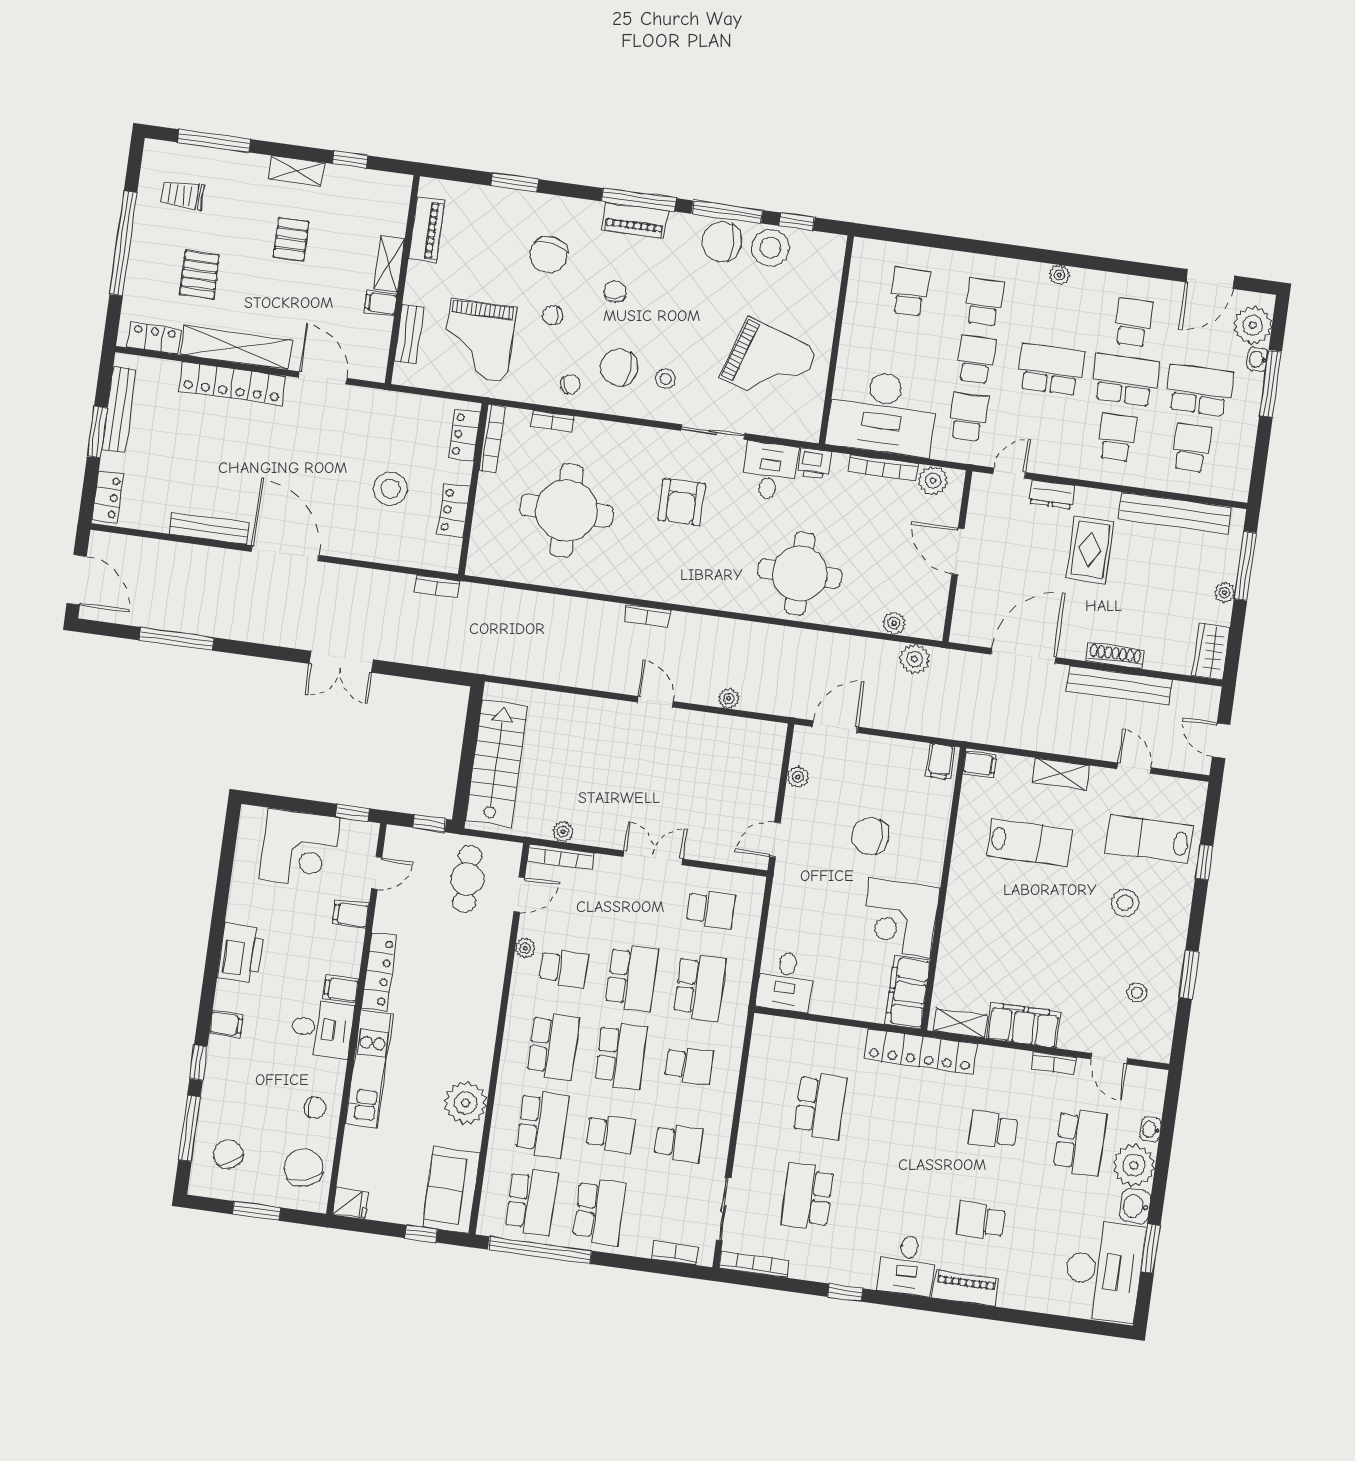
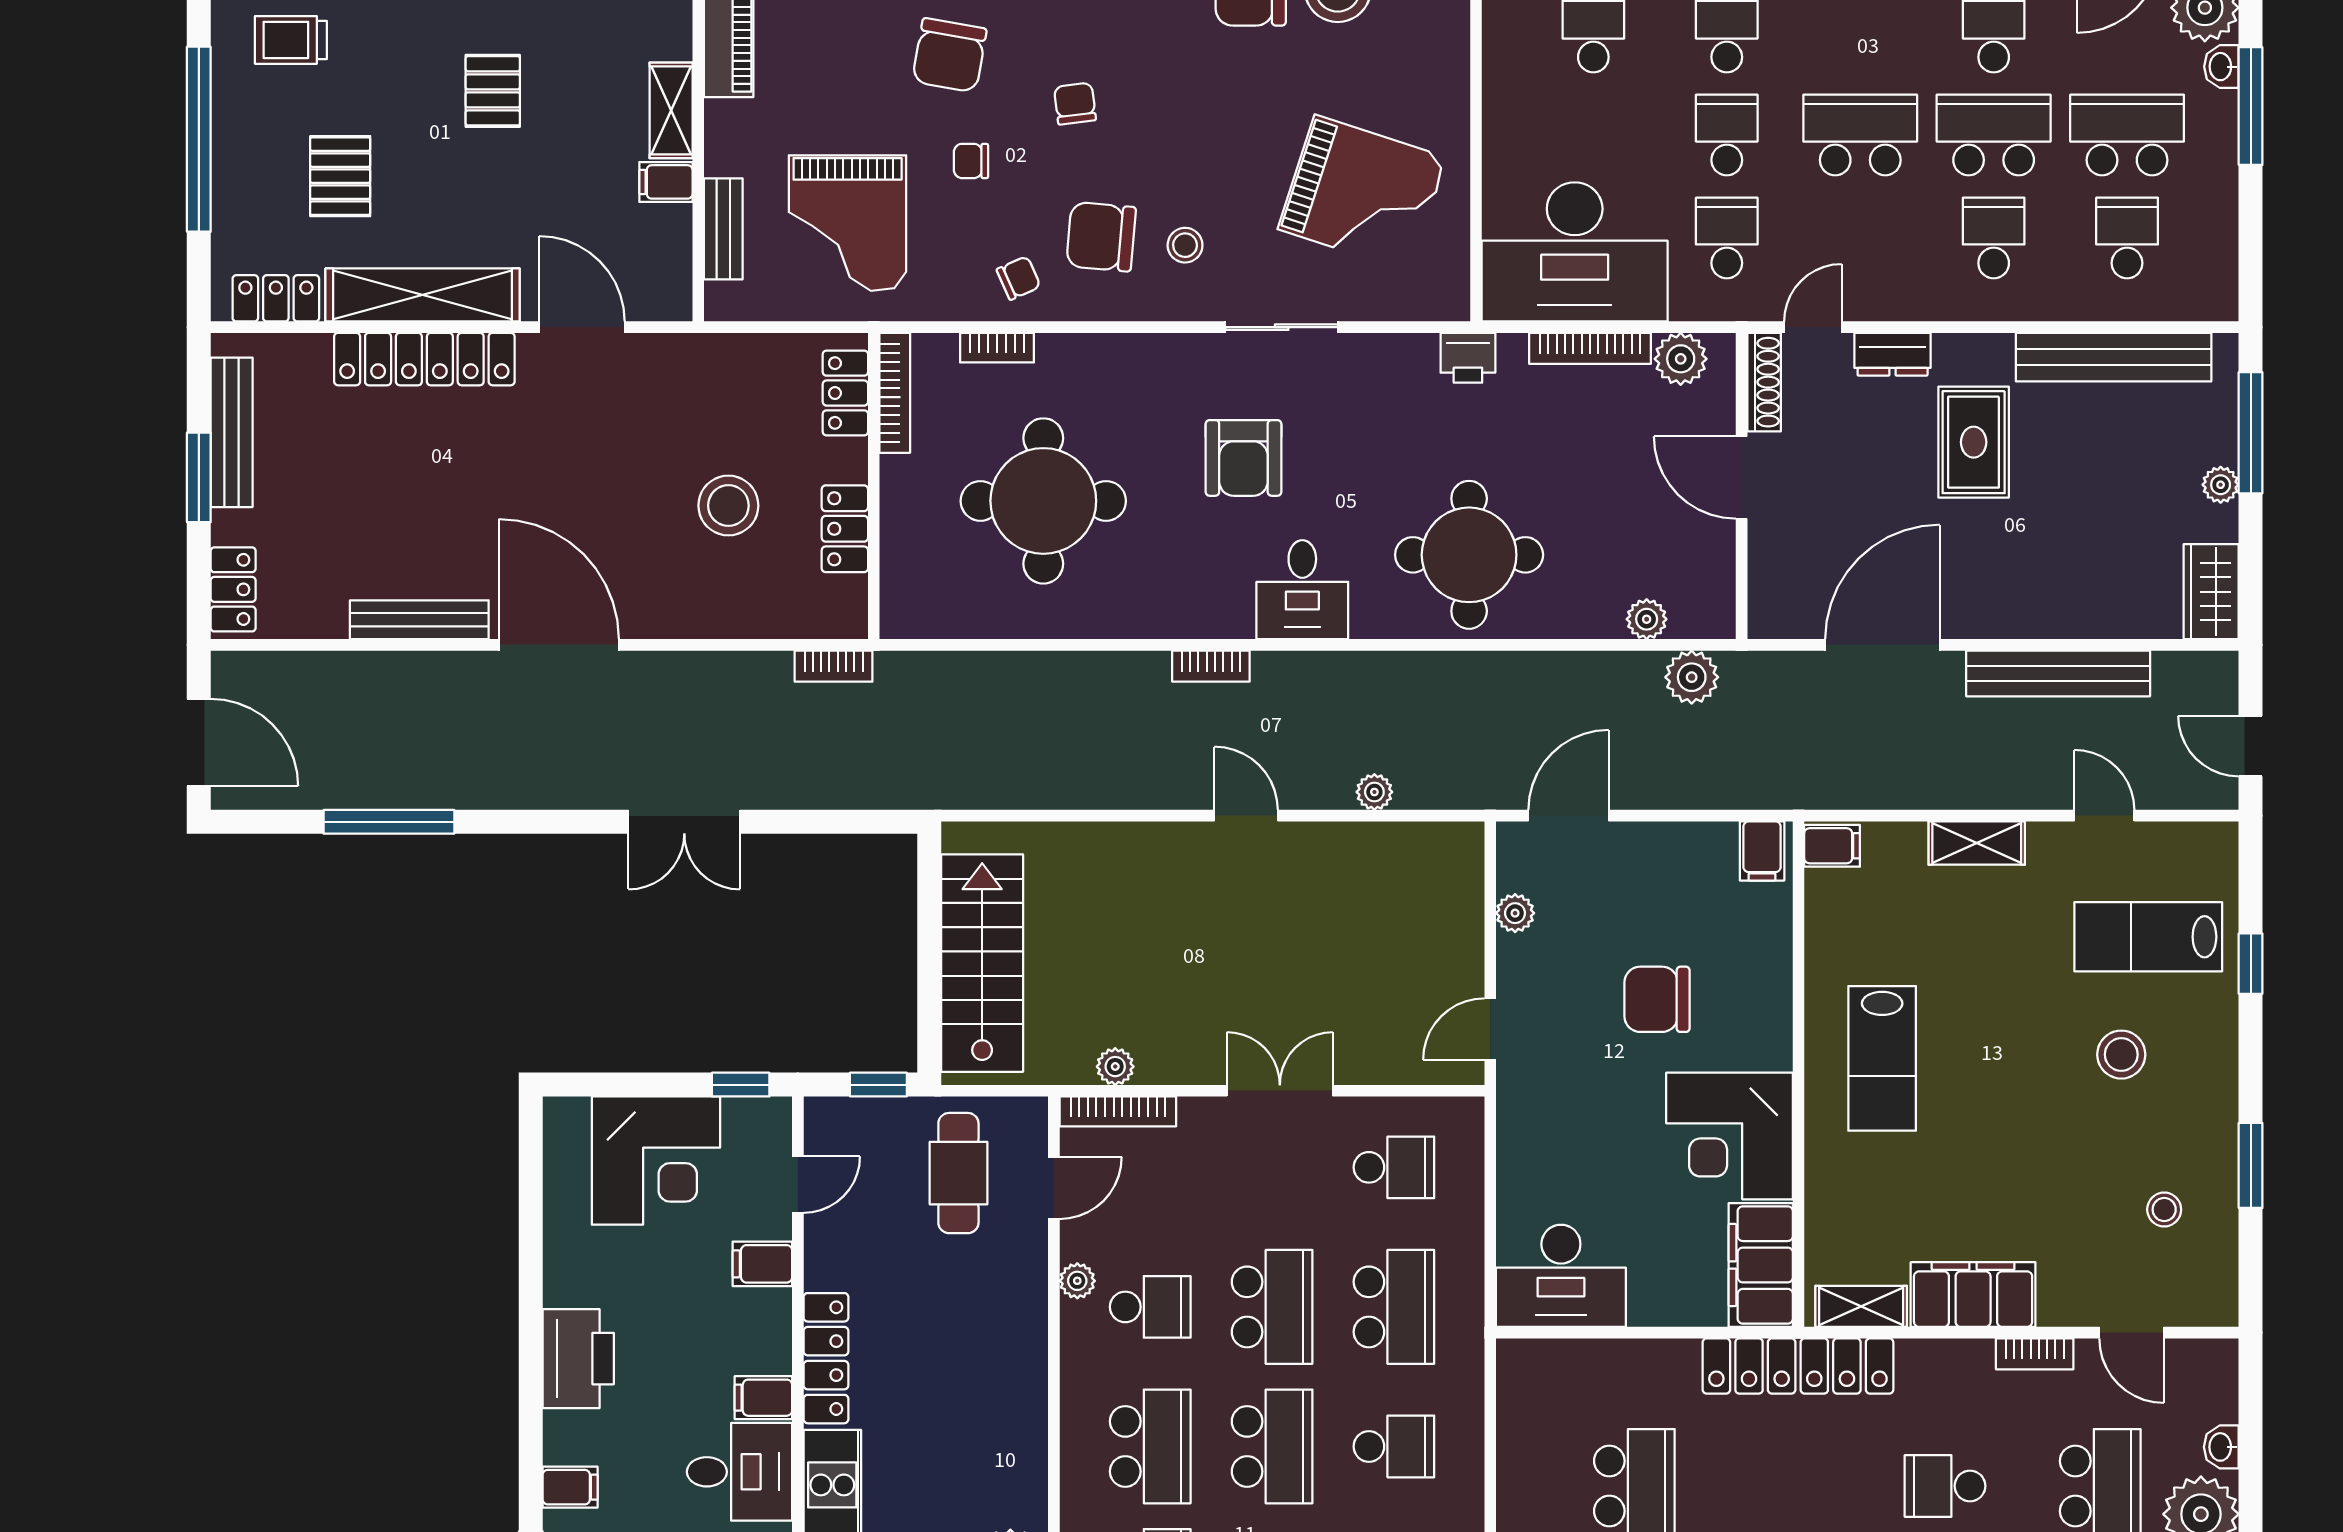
desk: (770, 471) -> (1302, 590), moved, turned 180
shoe rack: (1115, 656) -> (1764, 382), moved, turned 90
lab bench: (1029, 843) -> (1882, 1058), moved, turned 90
desk: (785, 981) -> (1561, 1276), width x1.37

